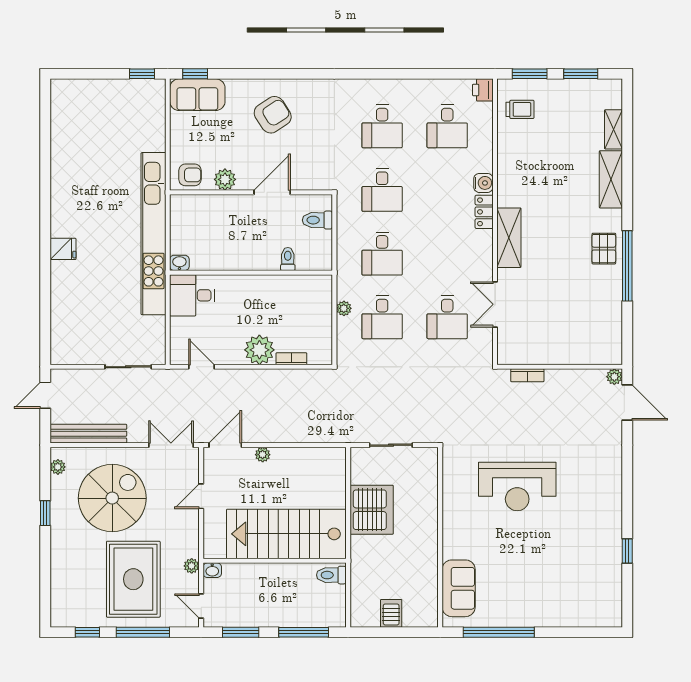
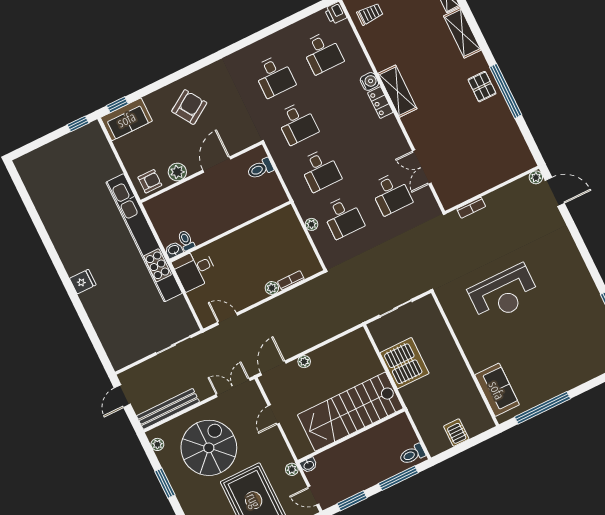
shelving: (509, 238) -> (397, 91), moved
toilet: (288, 259) -> (186, 240), moved
plant: (259, 350) -> (272, 288), width x0.53, depth x0.53
window: (45, 513) -> (165, 483), width x1.50
toilet: (331, 575) -> (412, 454), moved

